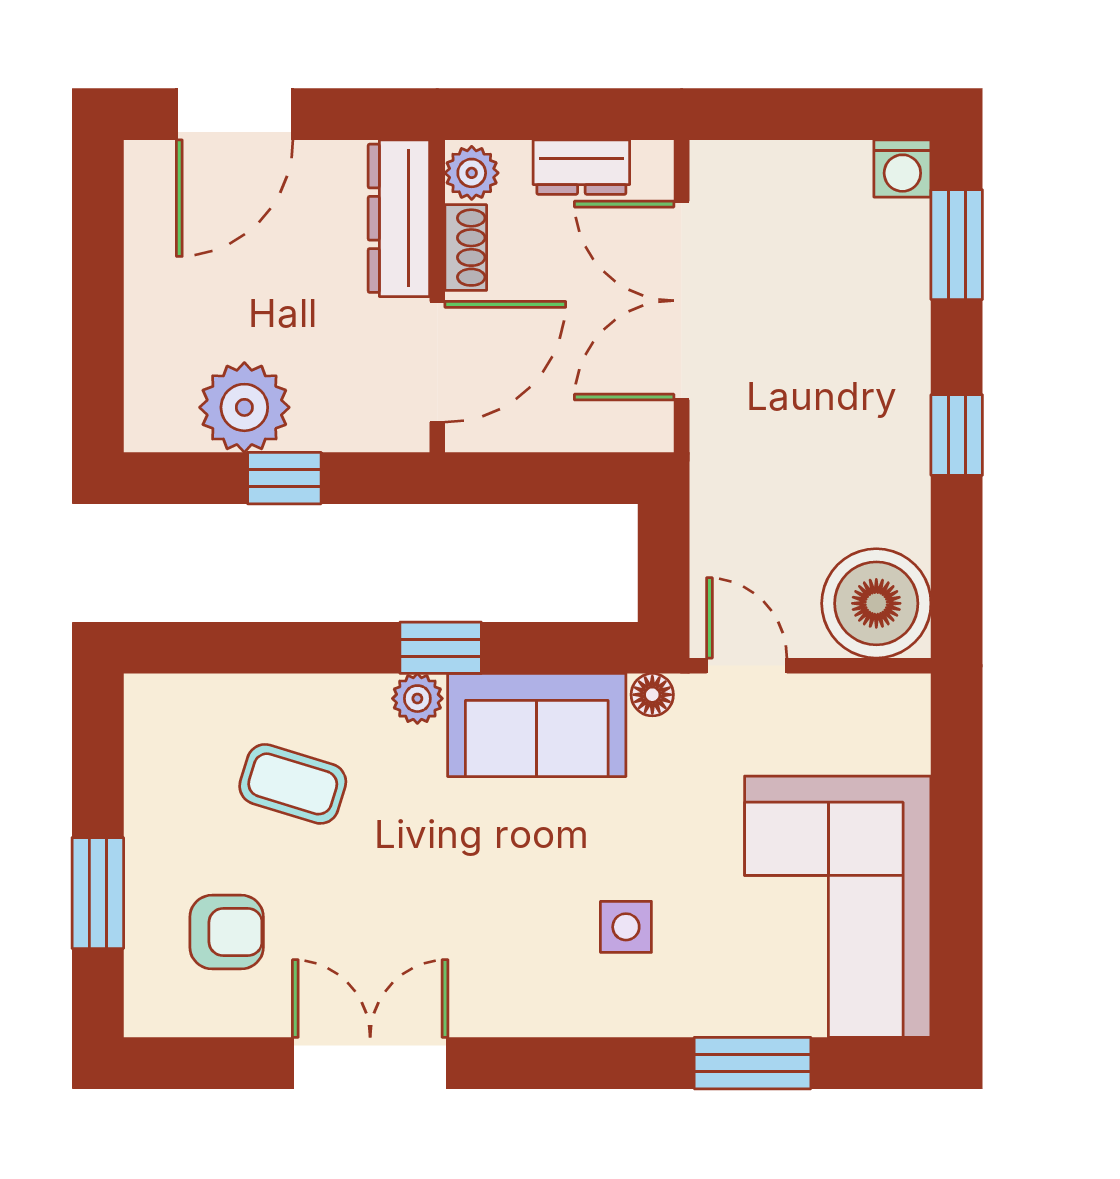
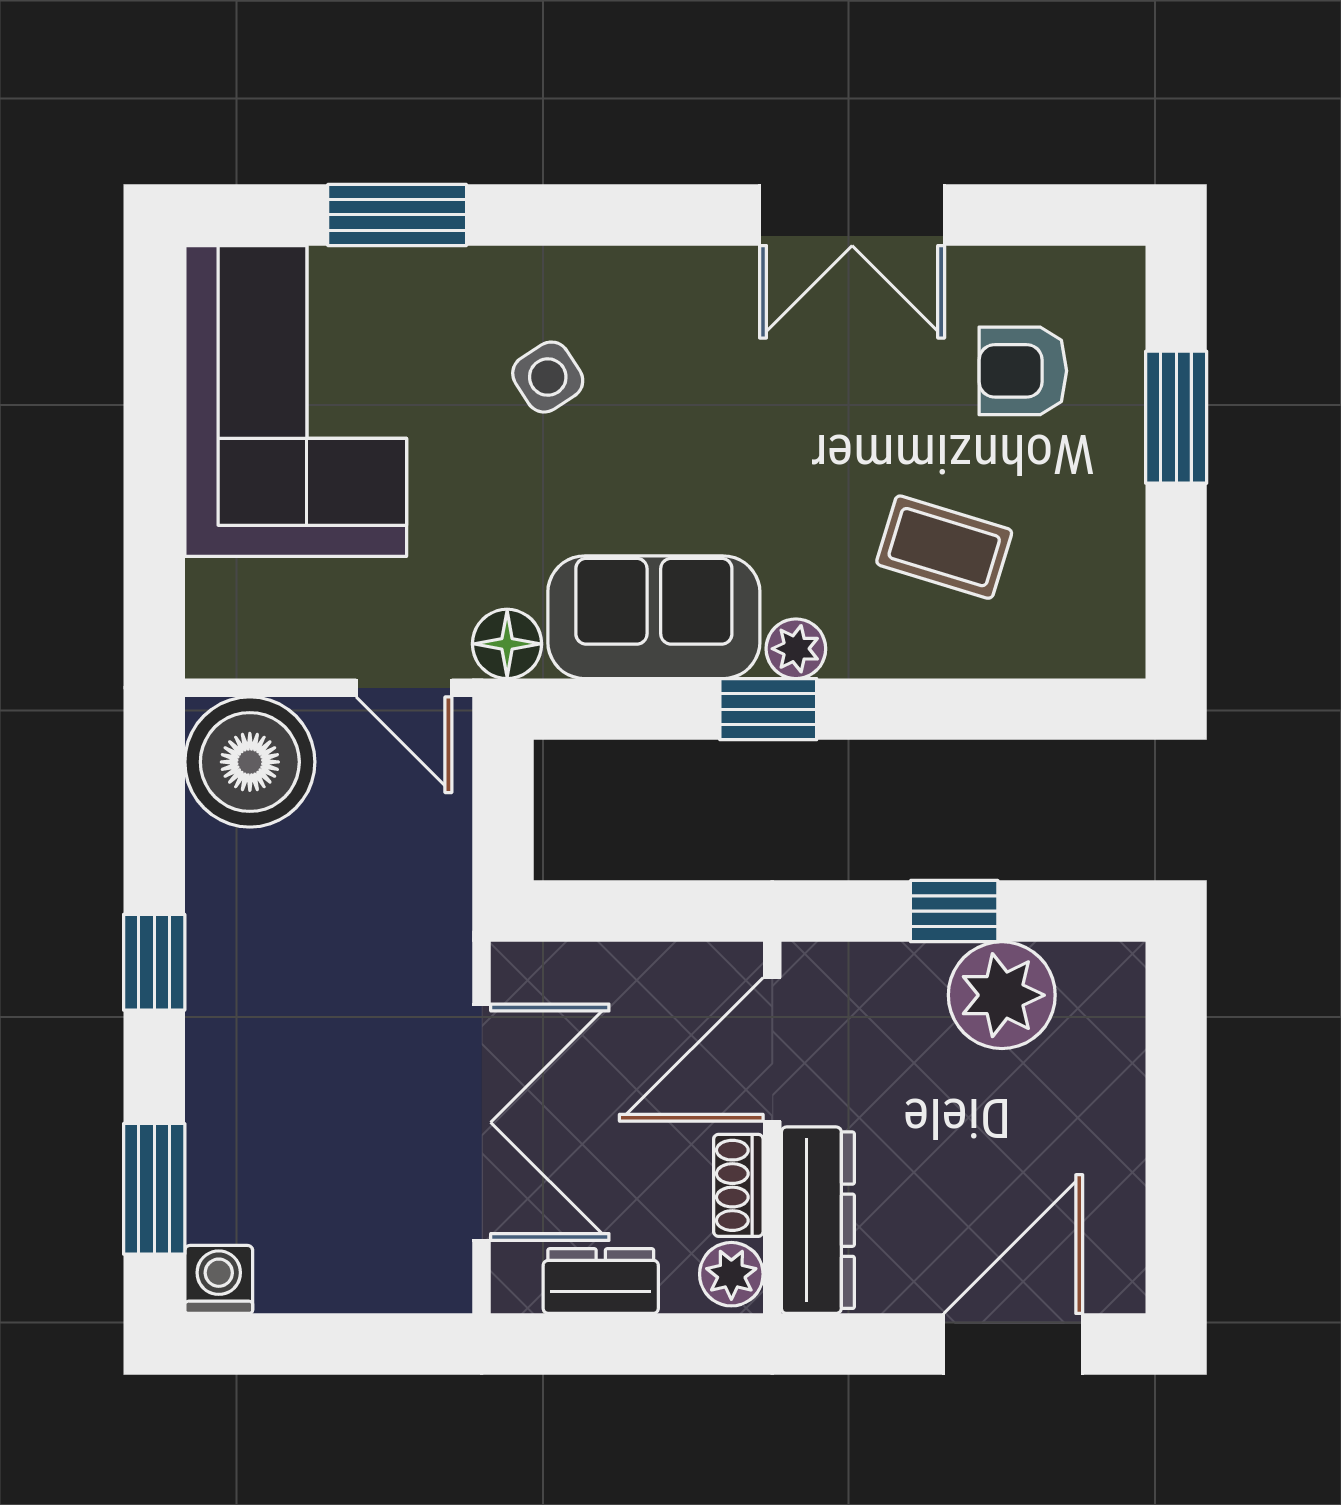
floor lamp: (652, 695) -> (507, 644), width x1.37, depth x1.37
side table: (626, 927) -> (548, 377), turned -33

